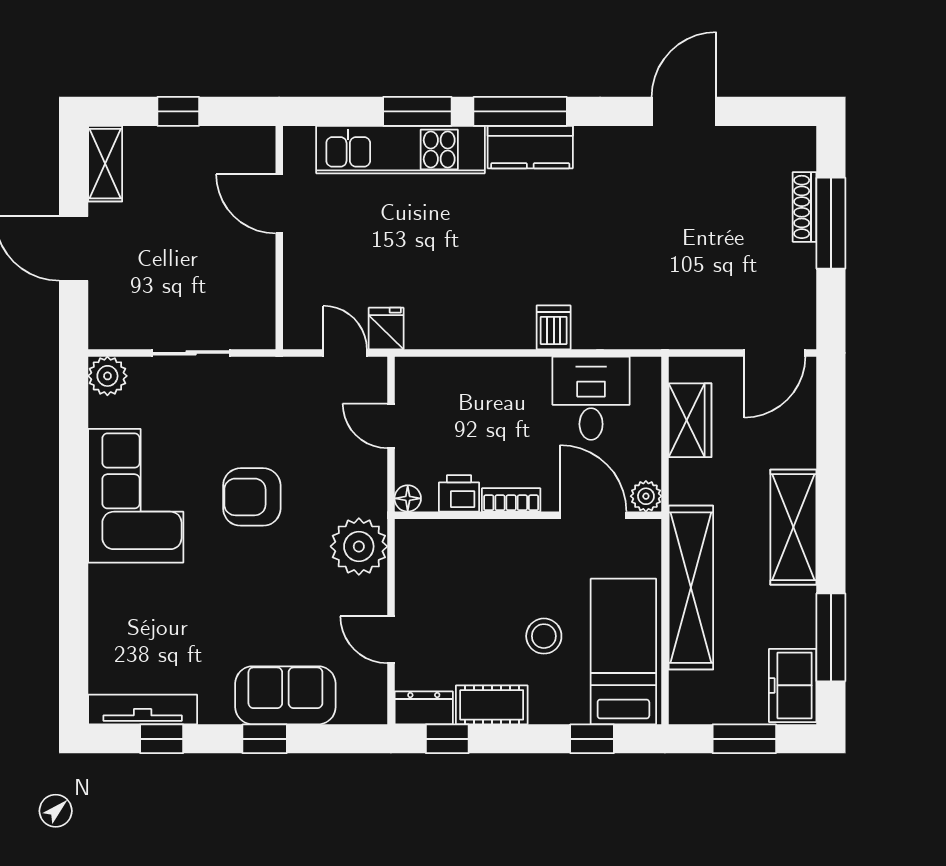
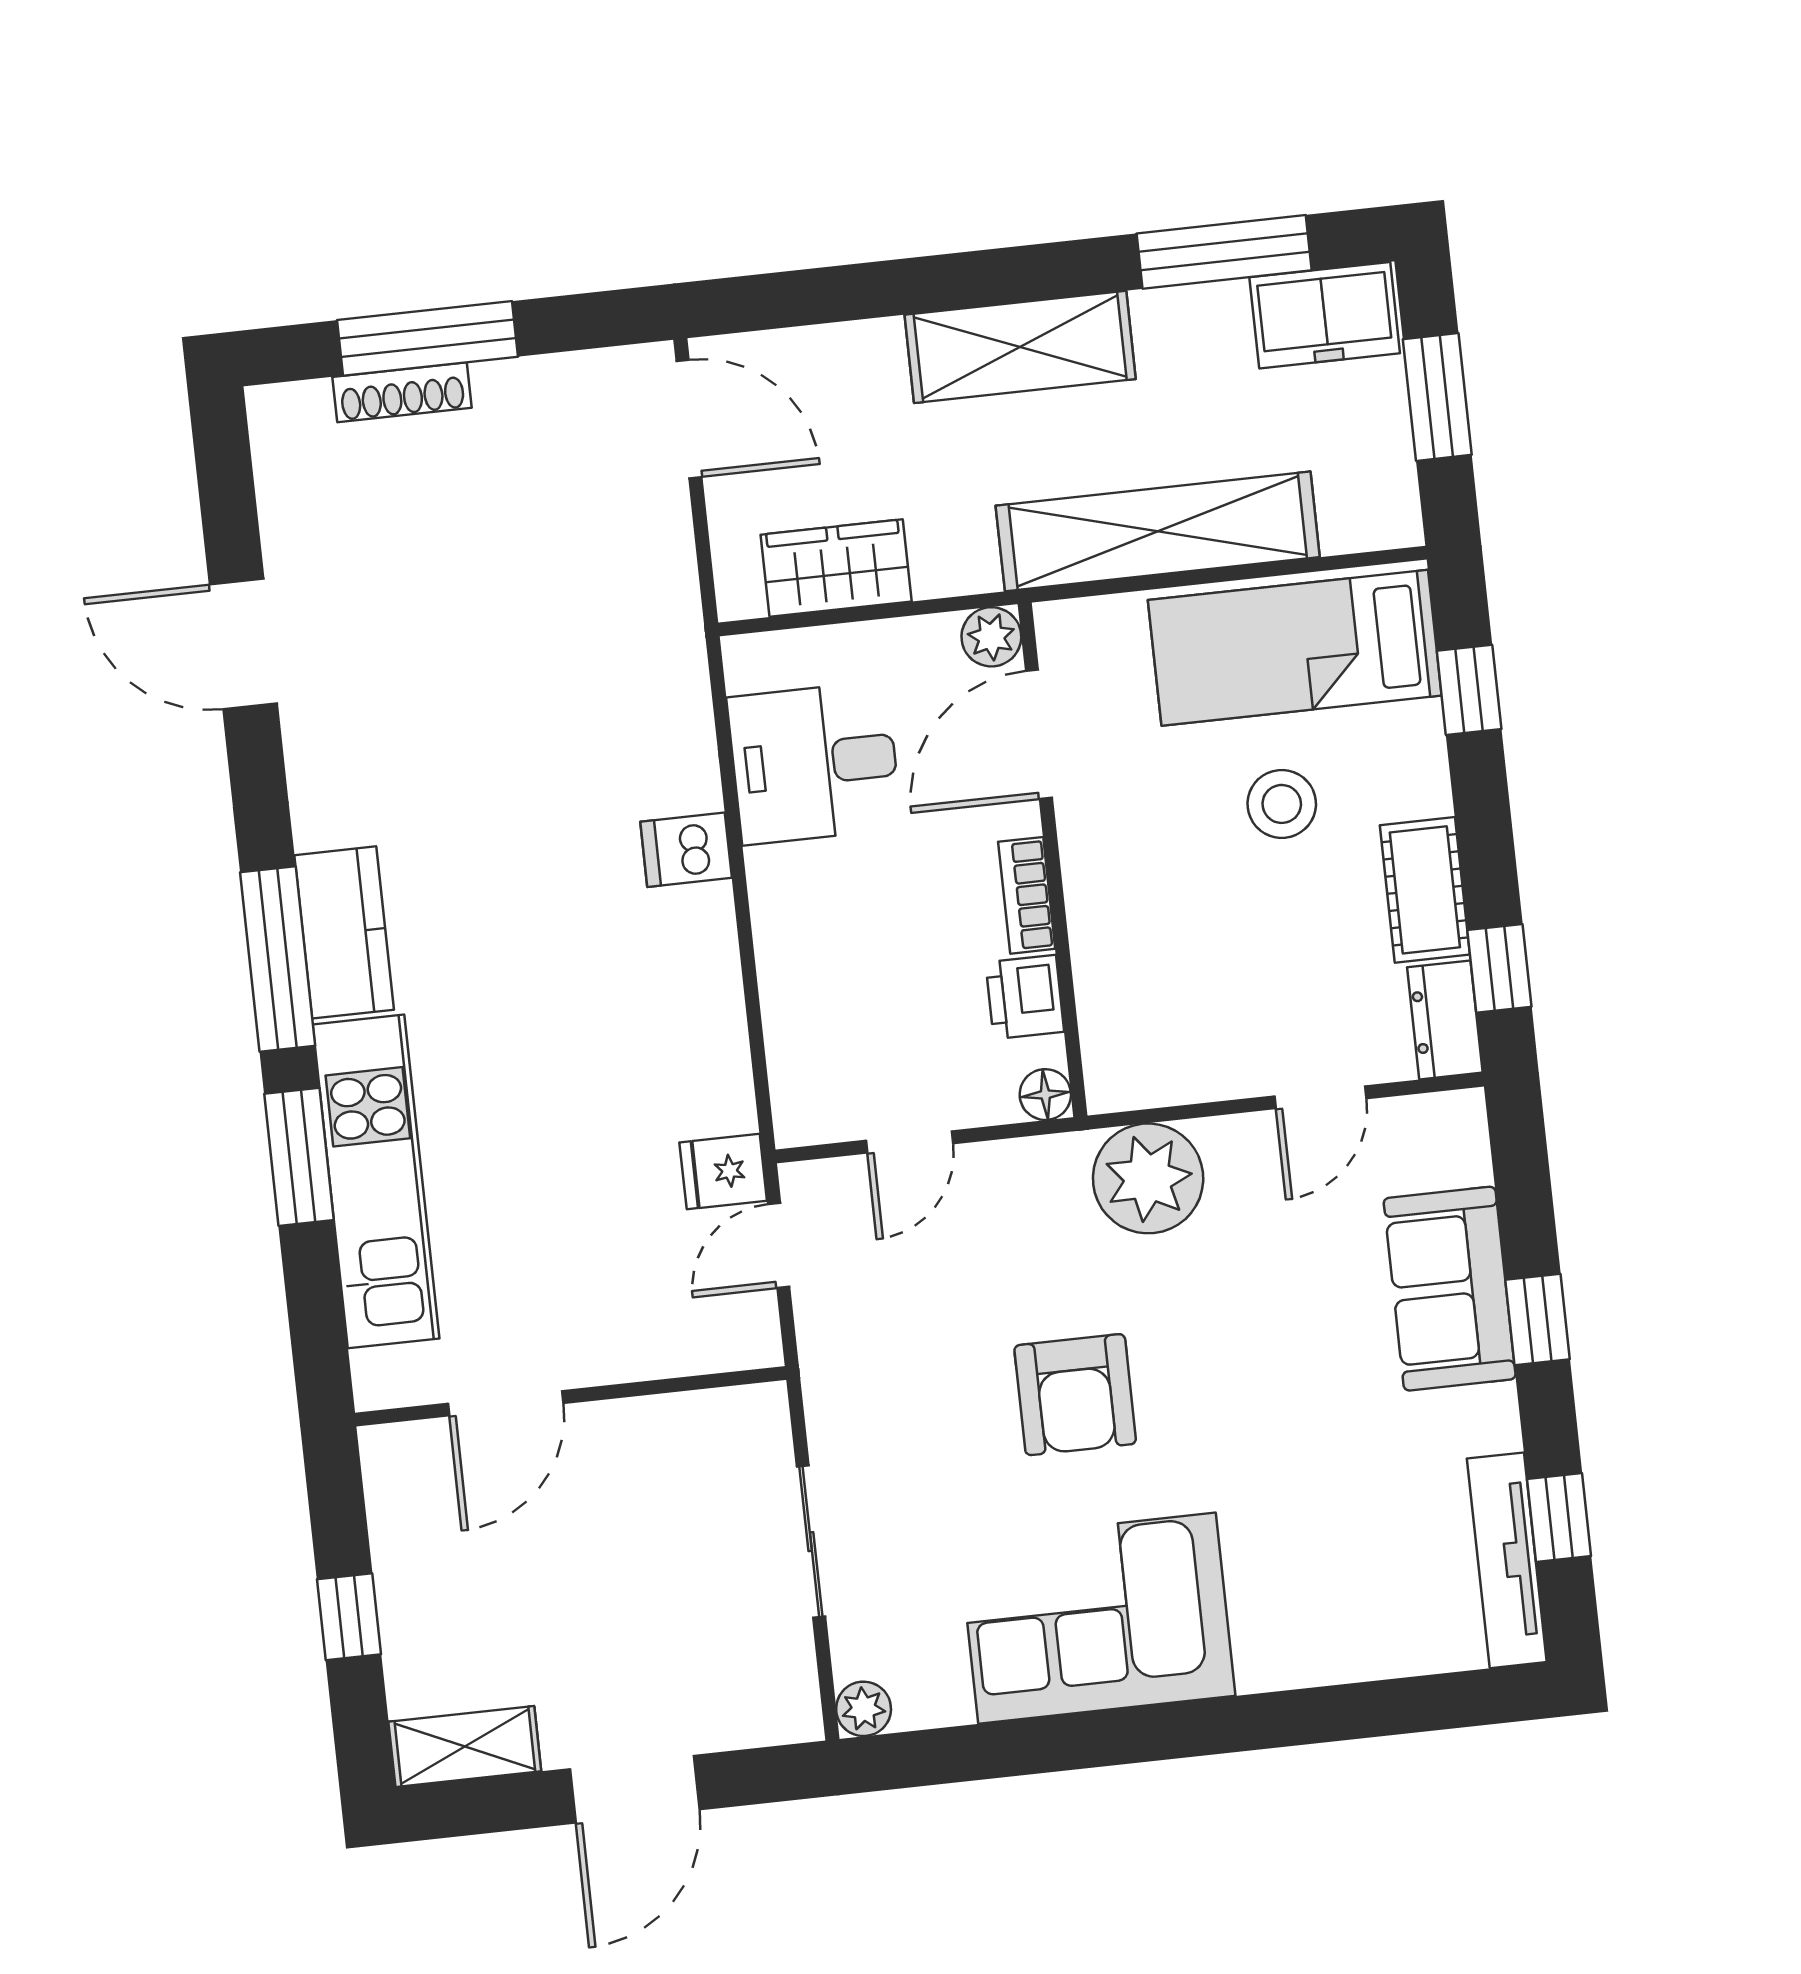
plant: (107, 376) -> (864, 1709), width x0.73, depth x0.73

